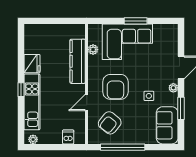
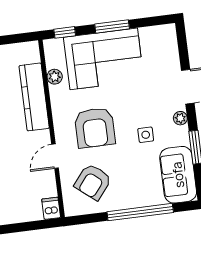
window: (103, 21) -> (65, 32), added
dishwasher: (68, 137) -> (51, 208), moved
window: (123, 147) -> (140, 212), moved

